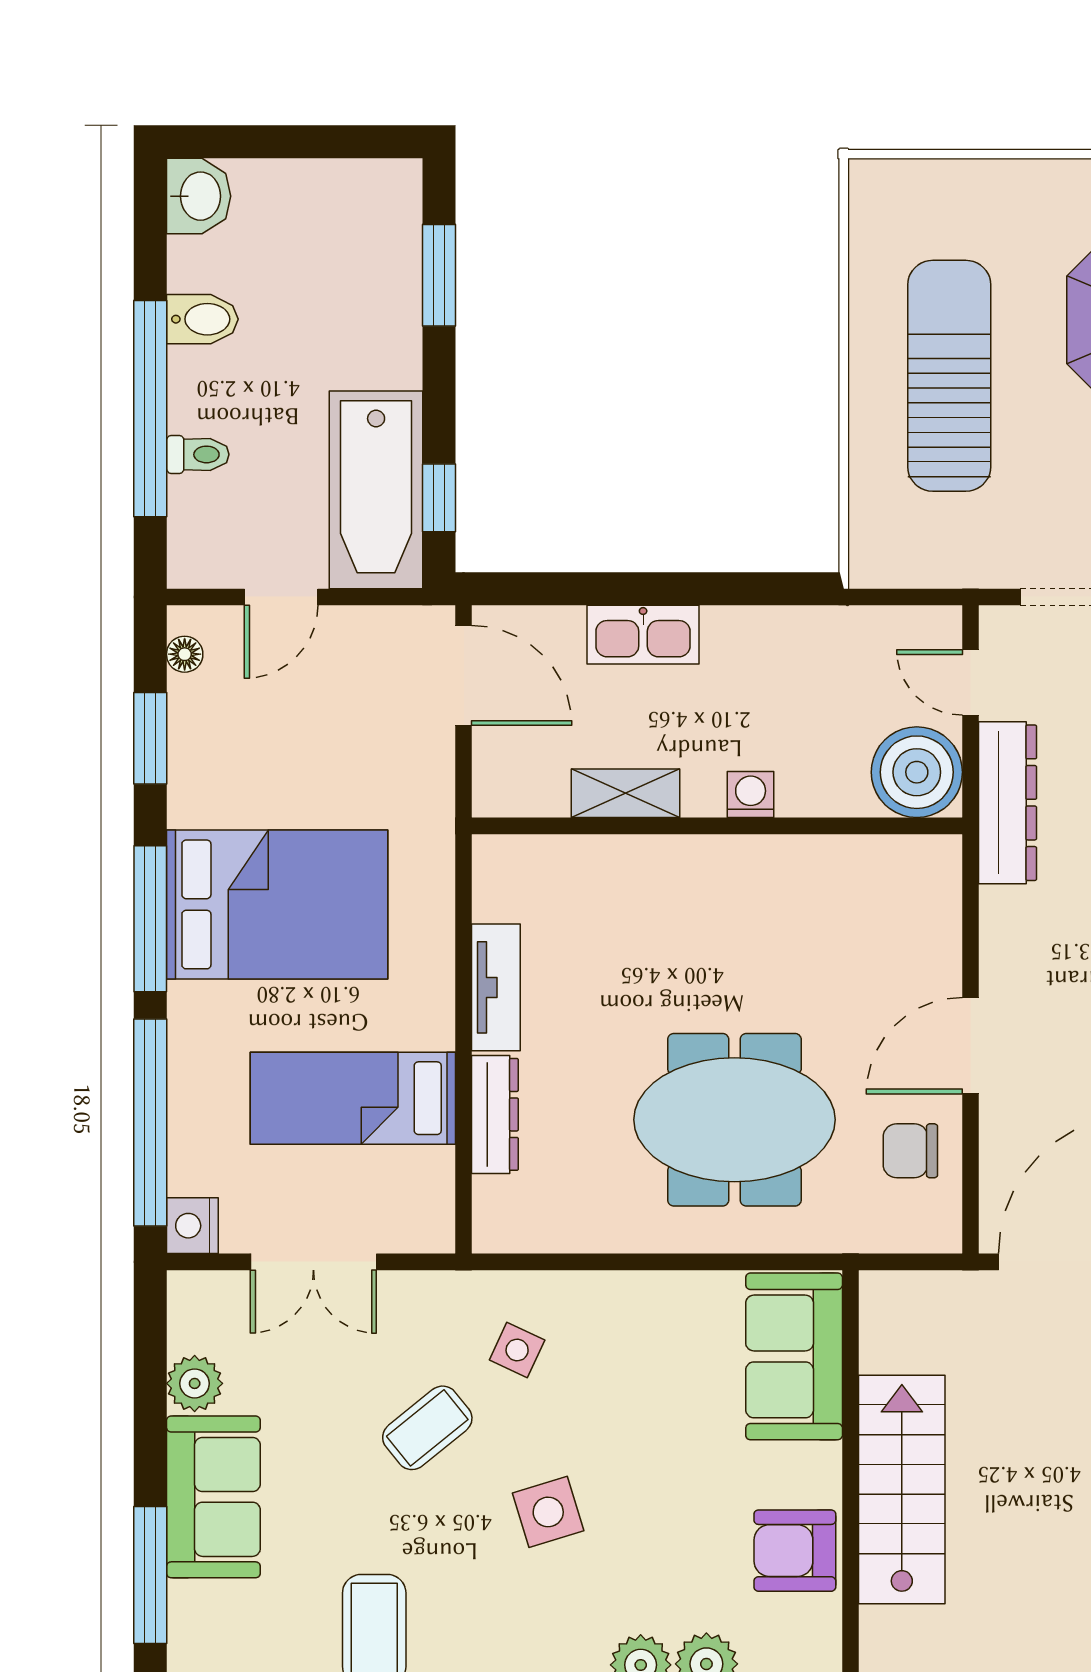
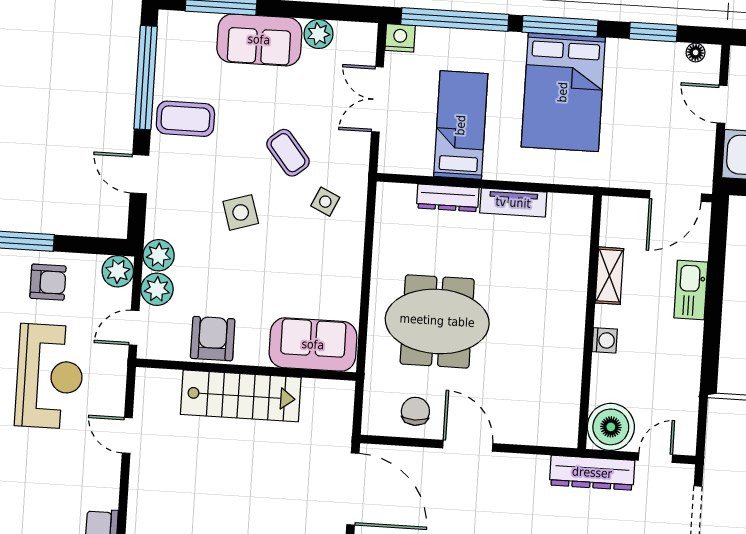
meeting table: (734, 1120) -> (437, 321), turned 90

